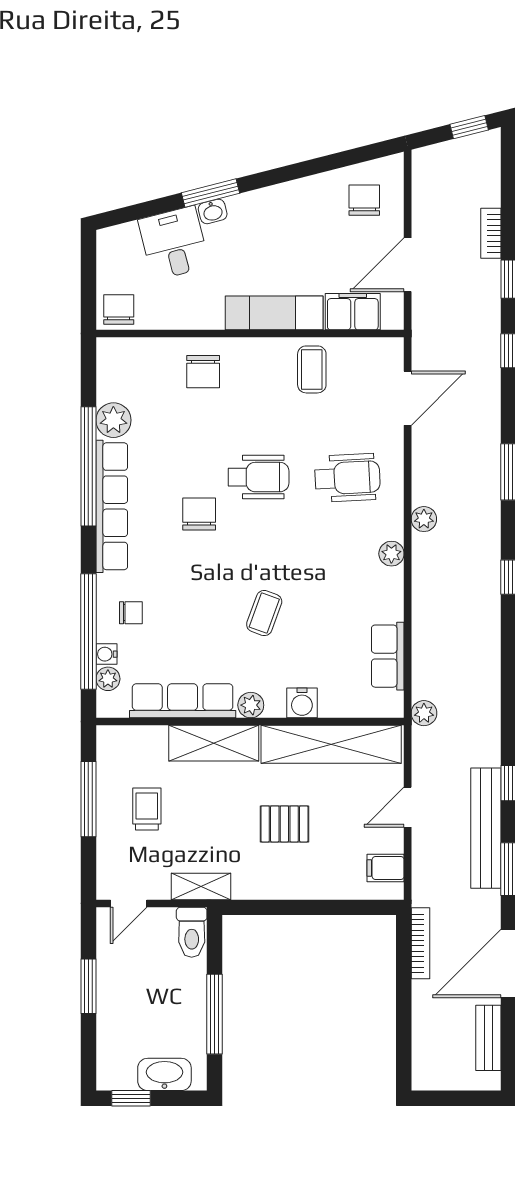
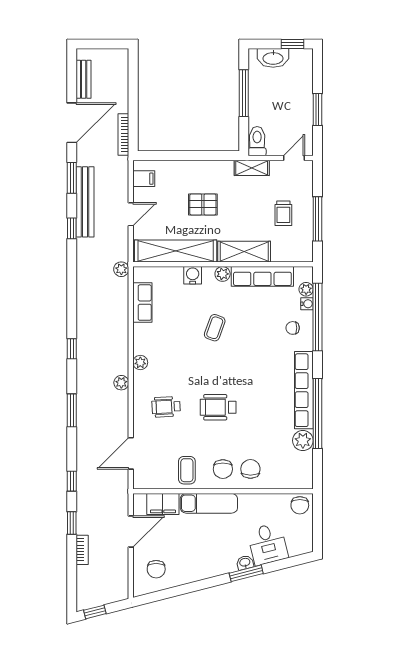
wheelchair: (347, 478) -> (166, 407), width x0.73, depth x0.73
chair: (199, 514) -> (223, 469), moved

